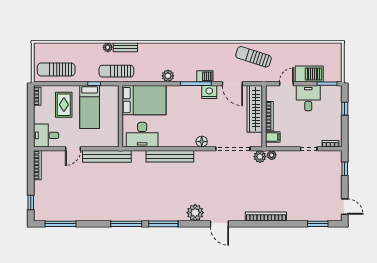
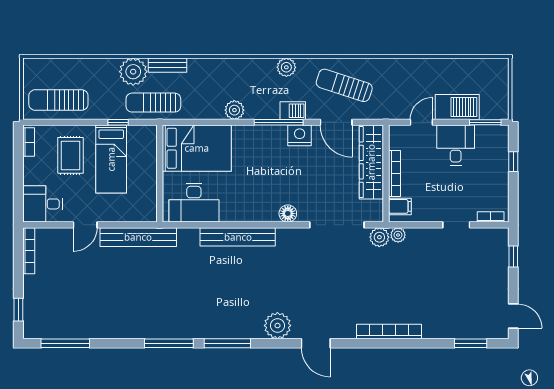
plant: (108, 47) -> (133, 72), width x1.88, depth x1.88
plant: (201, 49) -> (286, 67), added
sun lounger: (254, 57) -> (344, 85), moved

